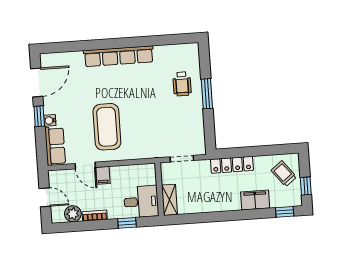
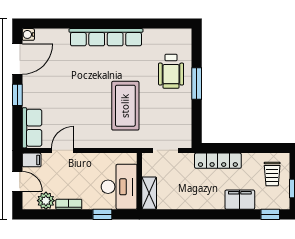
wheelchair: (182, 84) -> (171, 71), width x1.36, depth x1.37
water cooler: (50, 120) -> (28, 34), moved
coffee table: (107, 127) -> (125, 106), moved
door: (85, 165) -> (63, 150), swing flipped
trolley: (284, 174) -> (272, 174), turned -142
filing cabinet: (103, 175) -> (32, 160), moved, turned -90
desk: (141, 202) -> (119, 187), width x1.37

